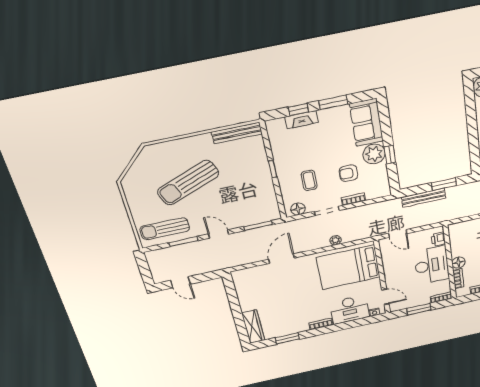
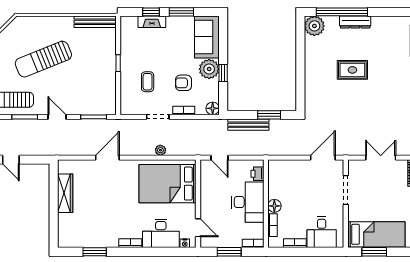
floor lamp: (298, 209) -> (213, 108), moved
wardrobe: (253, 327) -> (65, 193), moved

